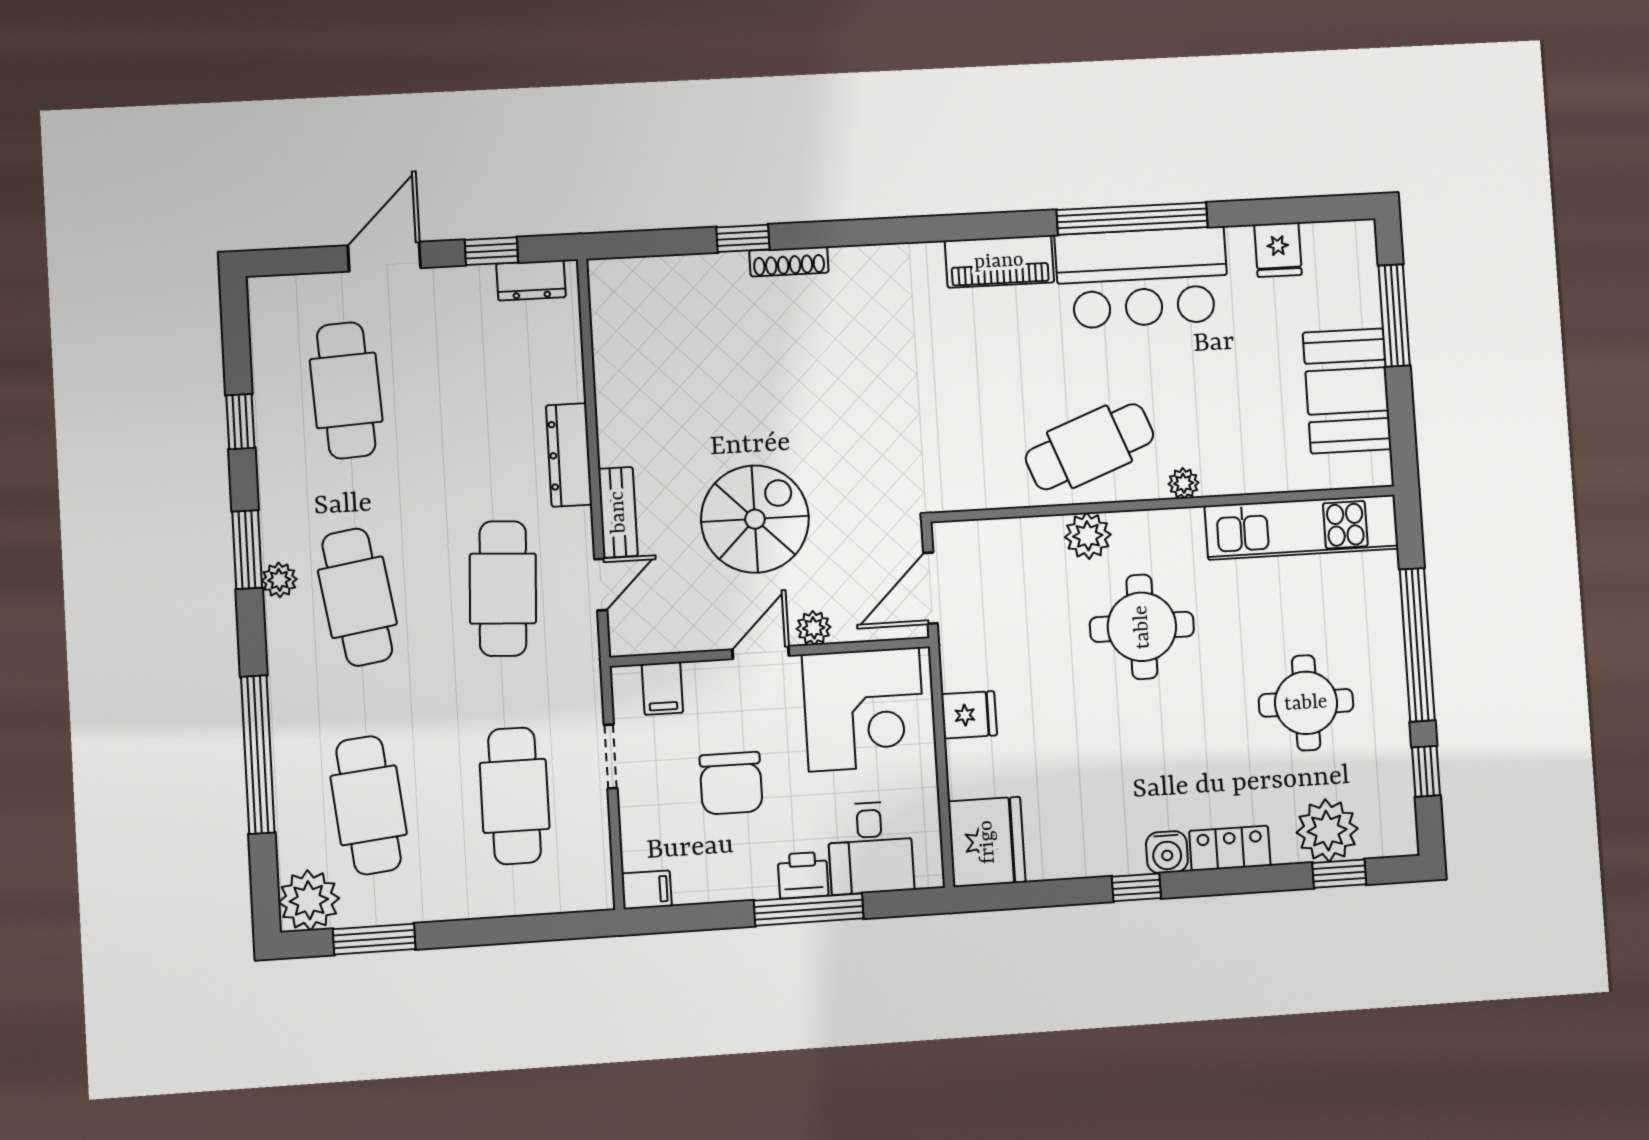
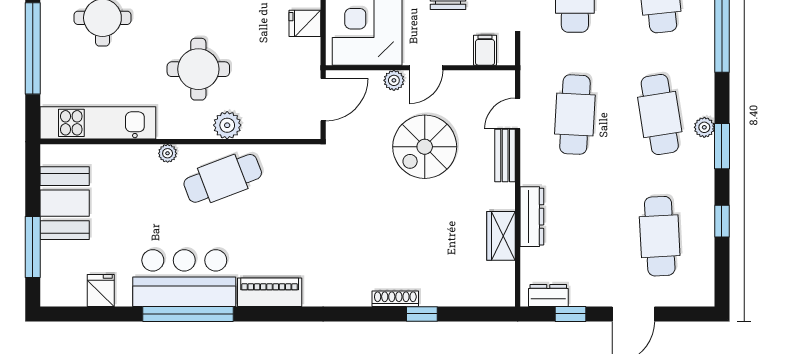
wardrobe: (617, 376) -> (501, 236), added
dresser: (569, 455) -> (532, 217), moved

